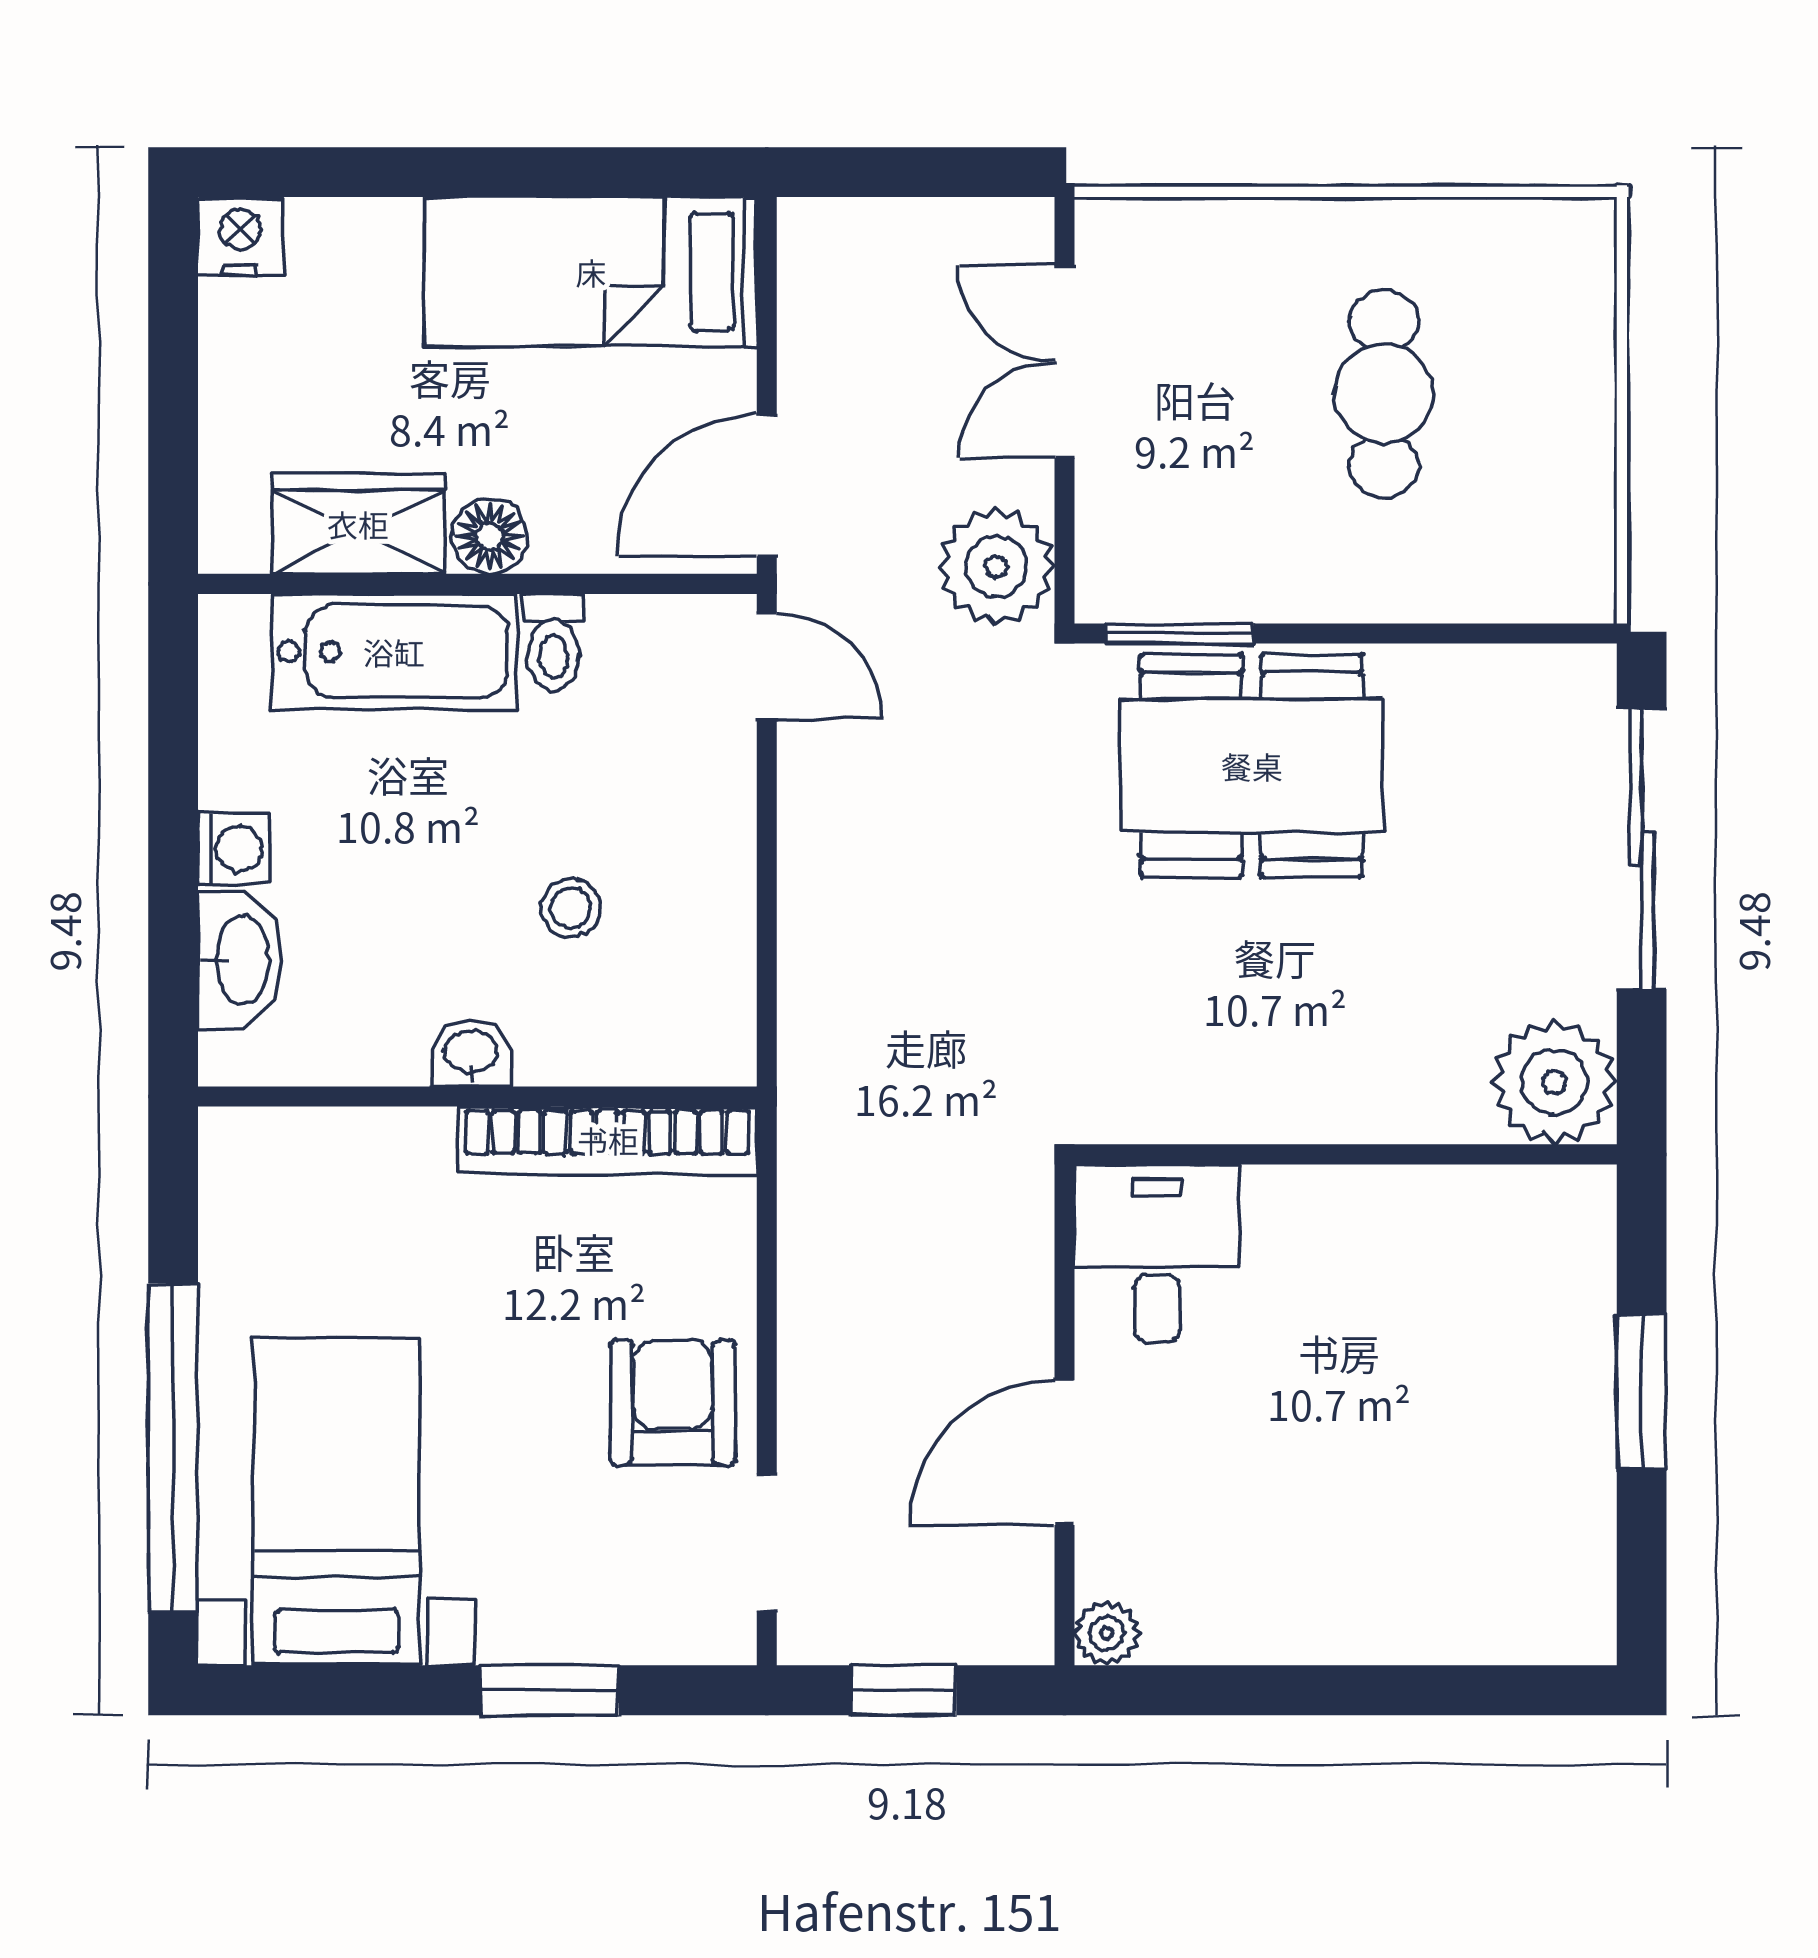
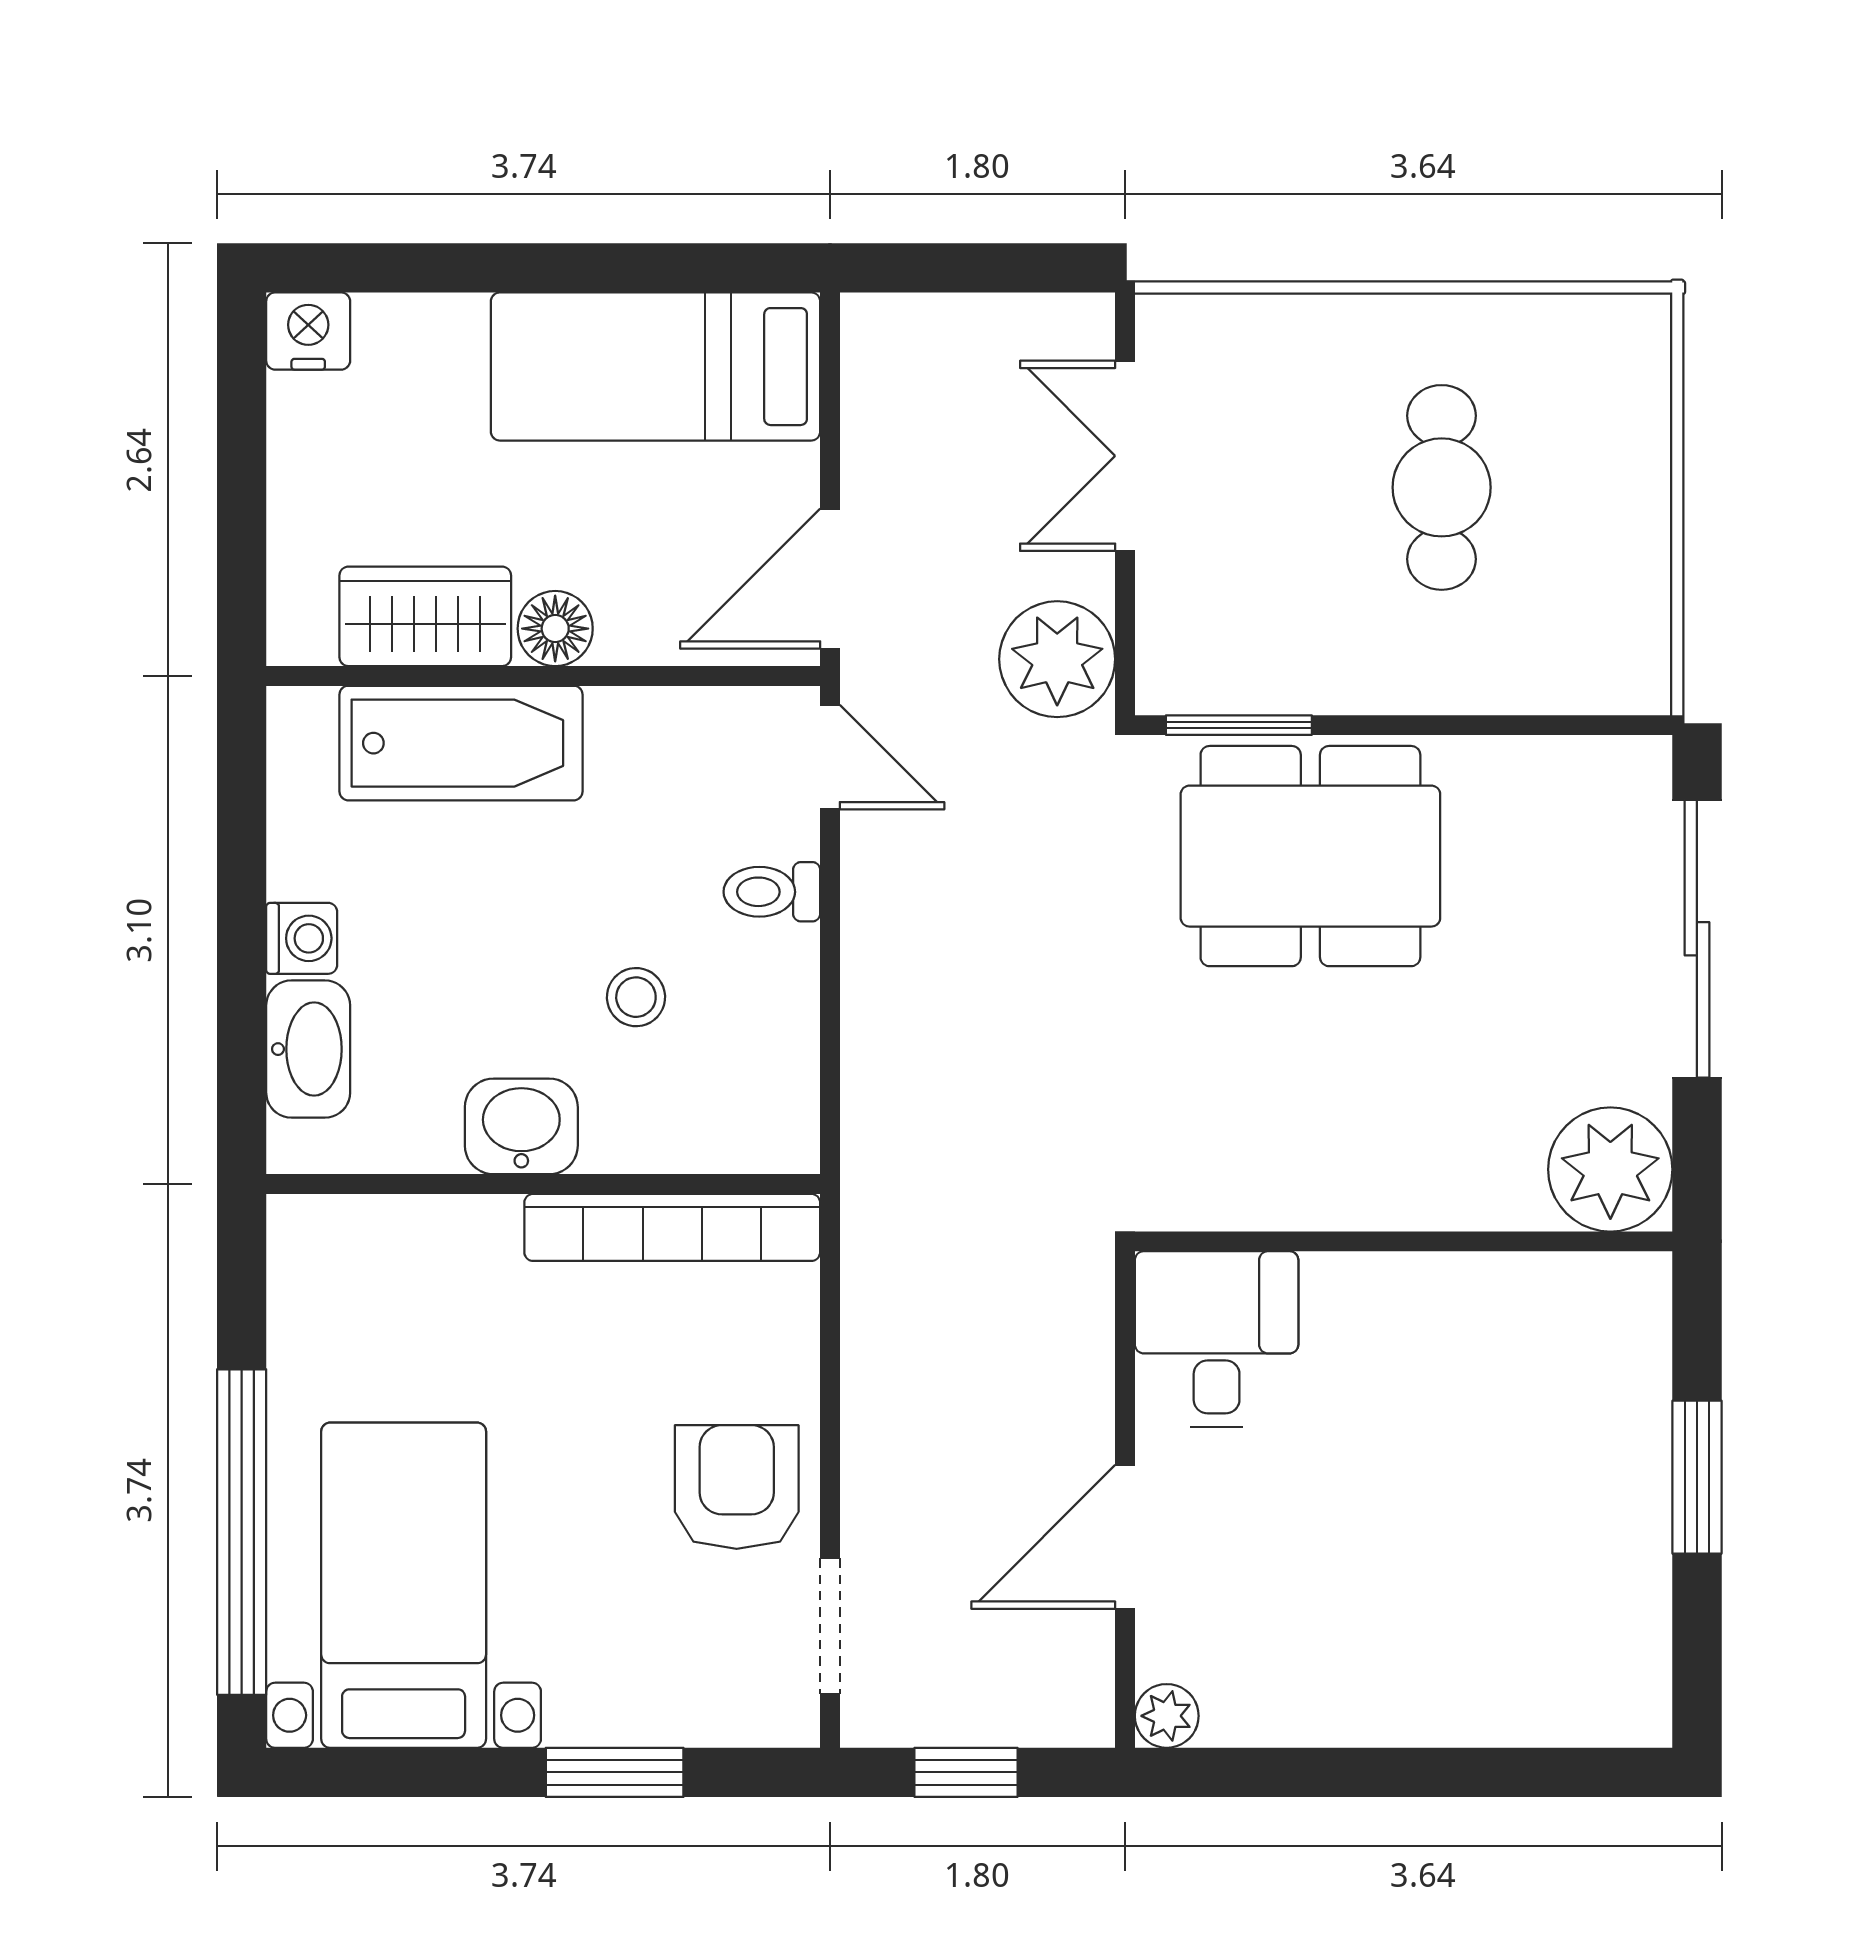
toilet: (554, 643) -> (772, 892), moved, turned 90
washbasin: (471, 1053) -> (521, 1126), width x1.38, depth x1.45

